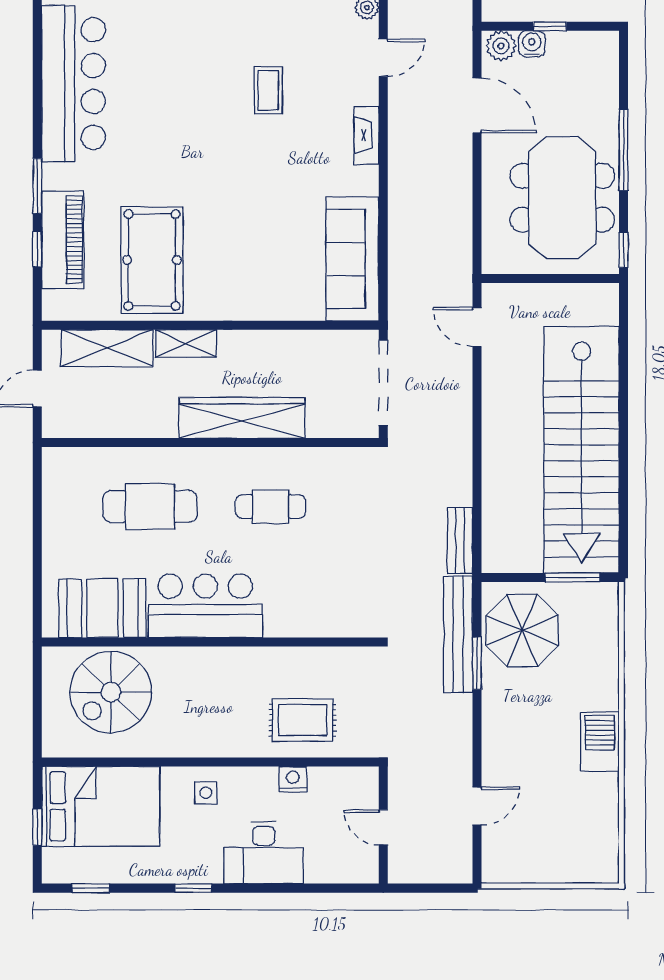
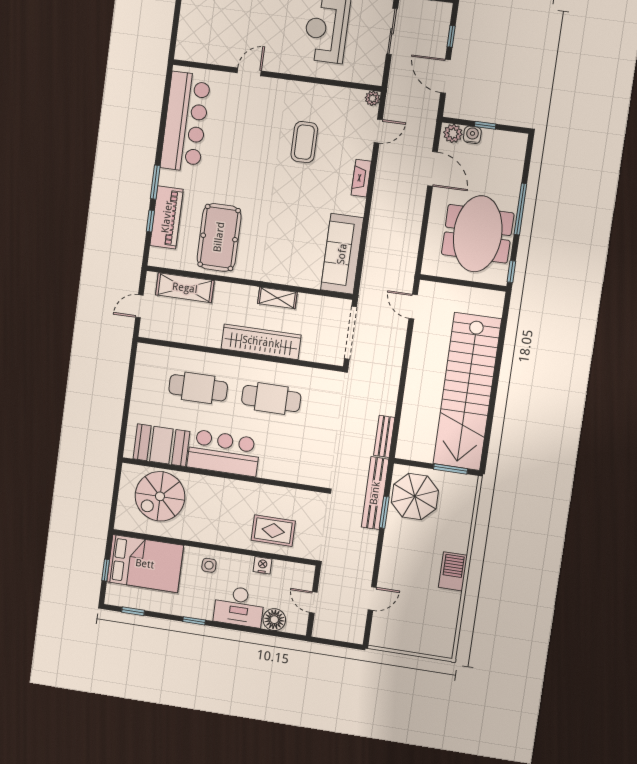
coffee table: (268, 90) -> (304, 142), width x1.36, depth x1.30
shelving: (186, 343) -> (277, 298), moved
cafe table: (271, 506) -> (271, 398), width x1.37, depth x1.35
floor lamp: (324, 865) -> (274, 620), added

